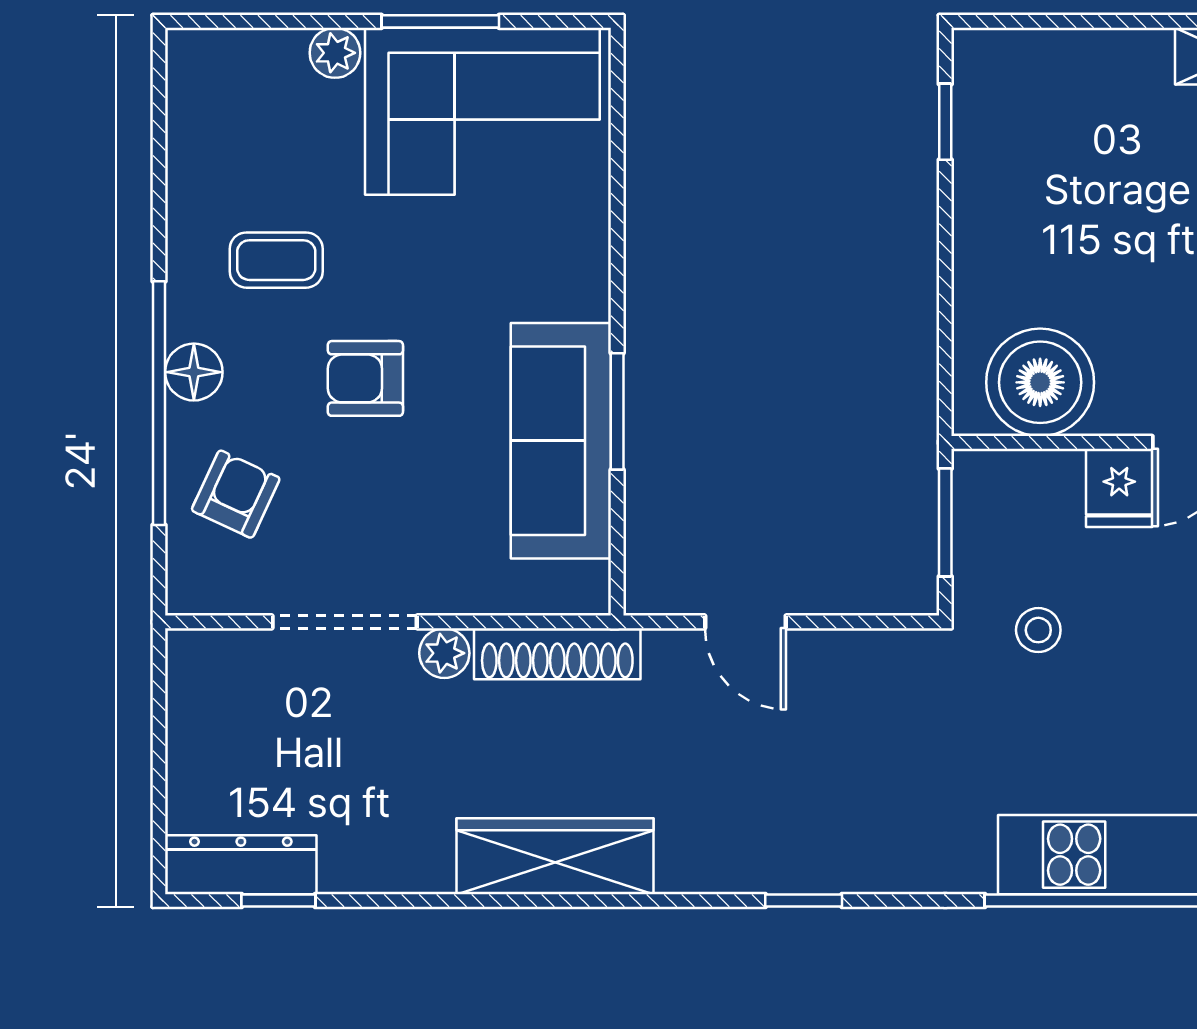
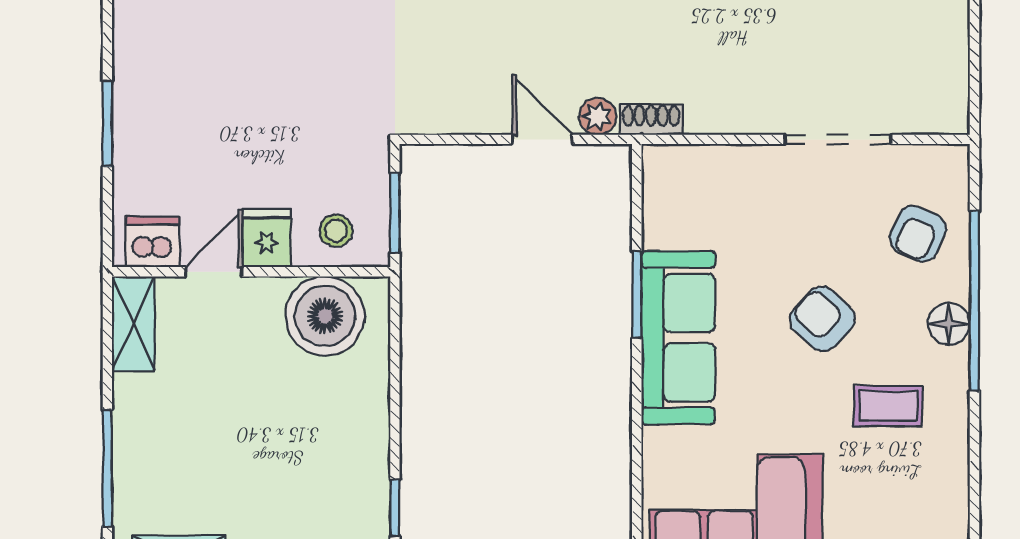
armchair: (365, 378) -> (822, 319), turned -137
sofa: (561, 441) -> (678, 338), moved
stool: (1038, 630) -> (336, 231), moved
plant: (444, 653) -> (598, 116), moved
shoe rack: (557, 654) -> (651, 120), width x0.51, depth x0.81

